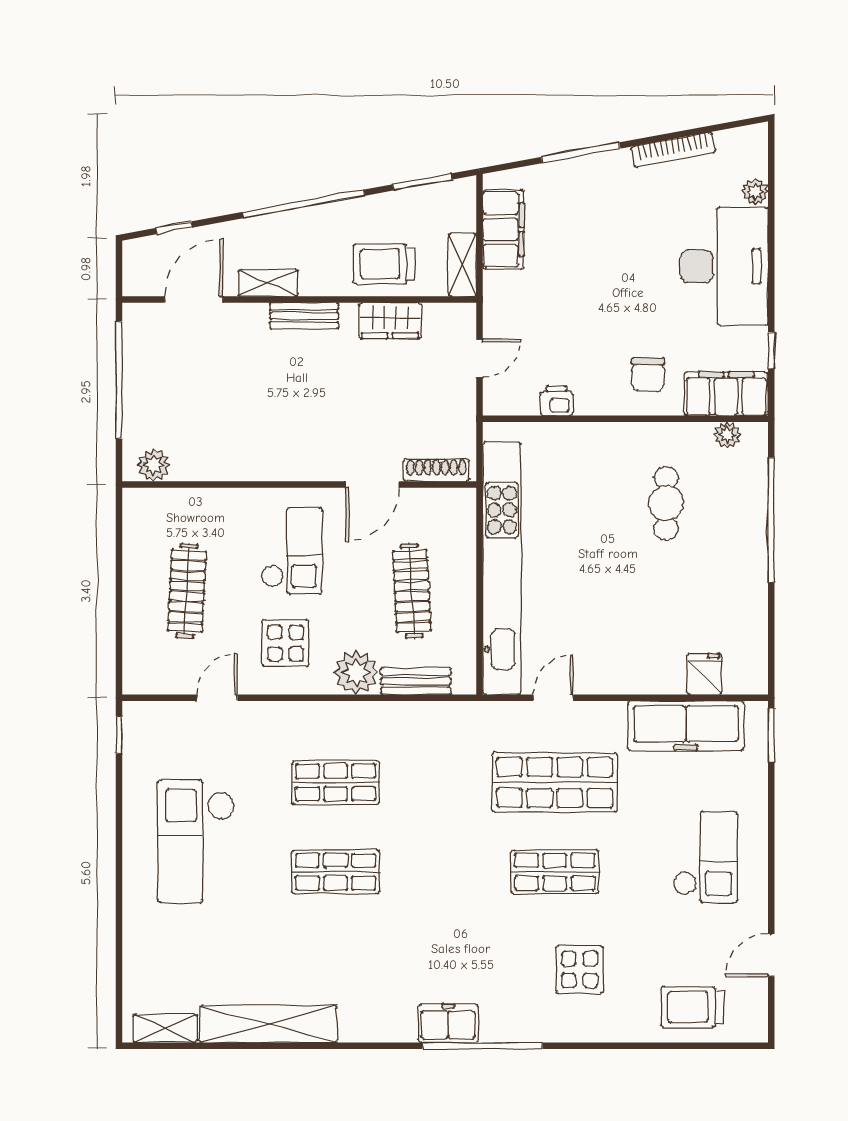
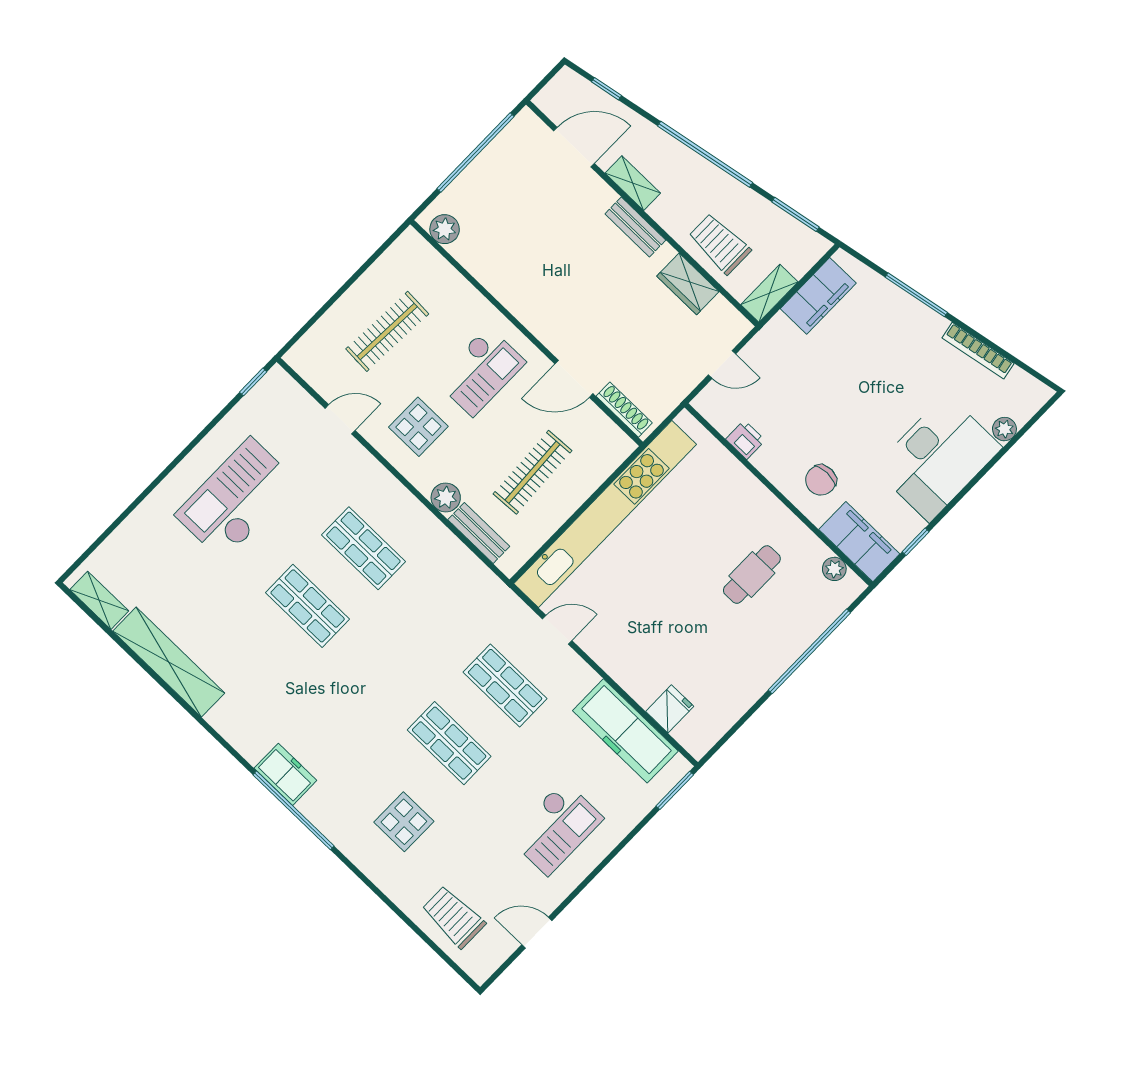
plant: (356, 673) -> (446, 498), width x0.73, depth x0.73
shop shelf: (555, 783) -> (505, 685), width x0.70, depth x0.74

